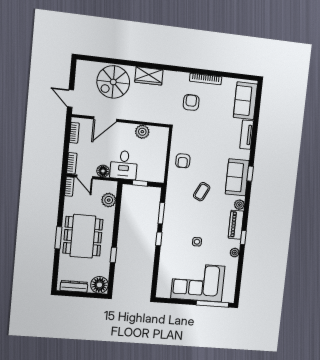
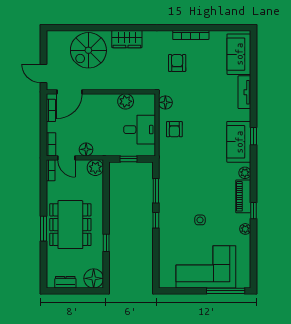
door: (105, 119) -> (70, 92), moved
floor lamp: (177, 136) -> (165, 102), added
desk: (124, 165) -> (140, 130), moved, turned -90
coffee table: (202, 192) -> (199, 162), removed
plant: (109, 200) -> (95, 168), moved
dresser: (74, 286) -> (65, 282), width x0.70

